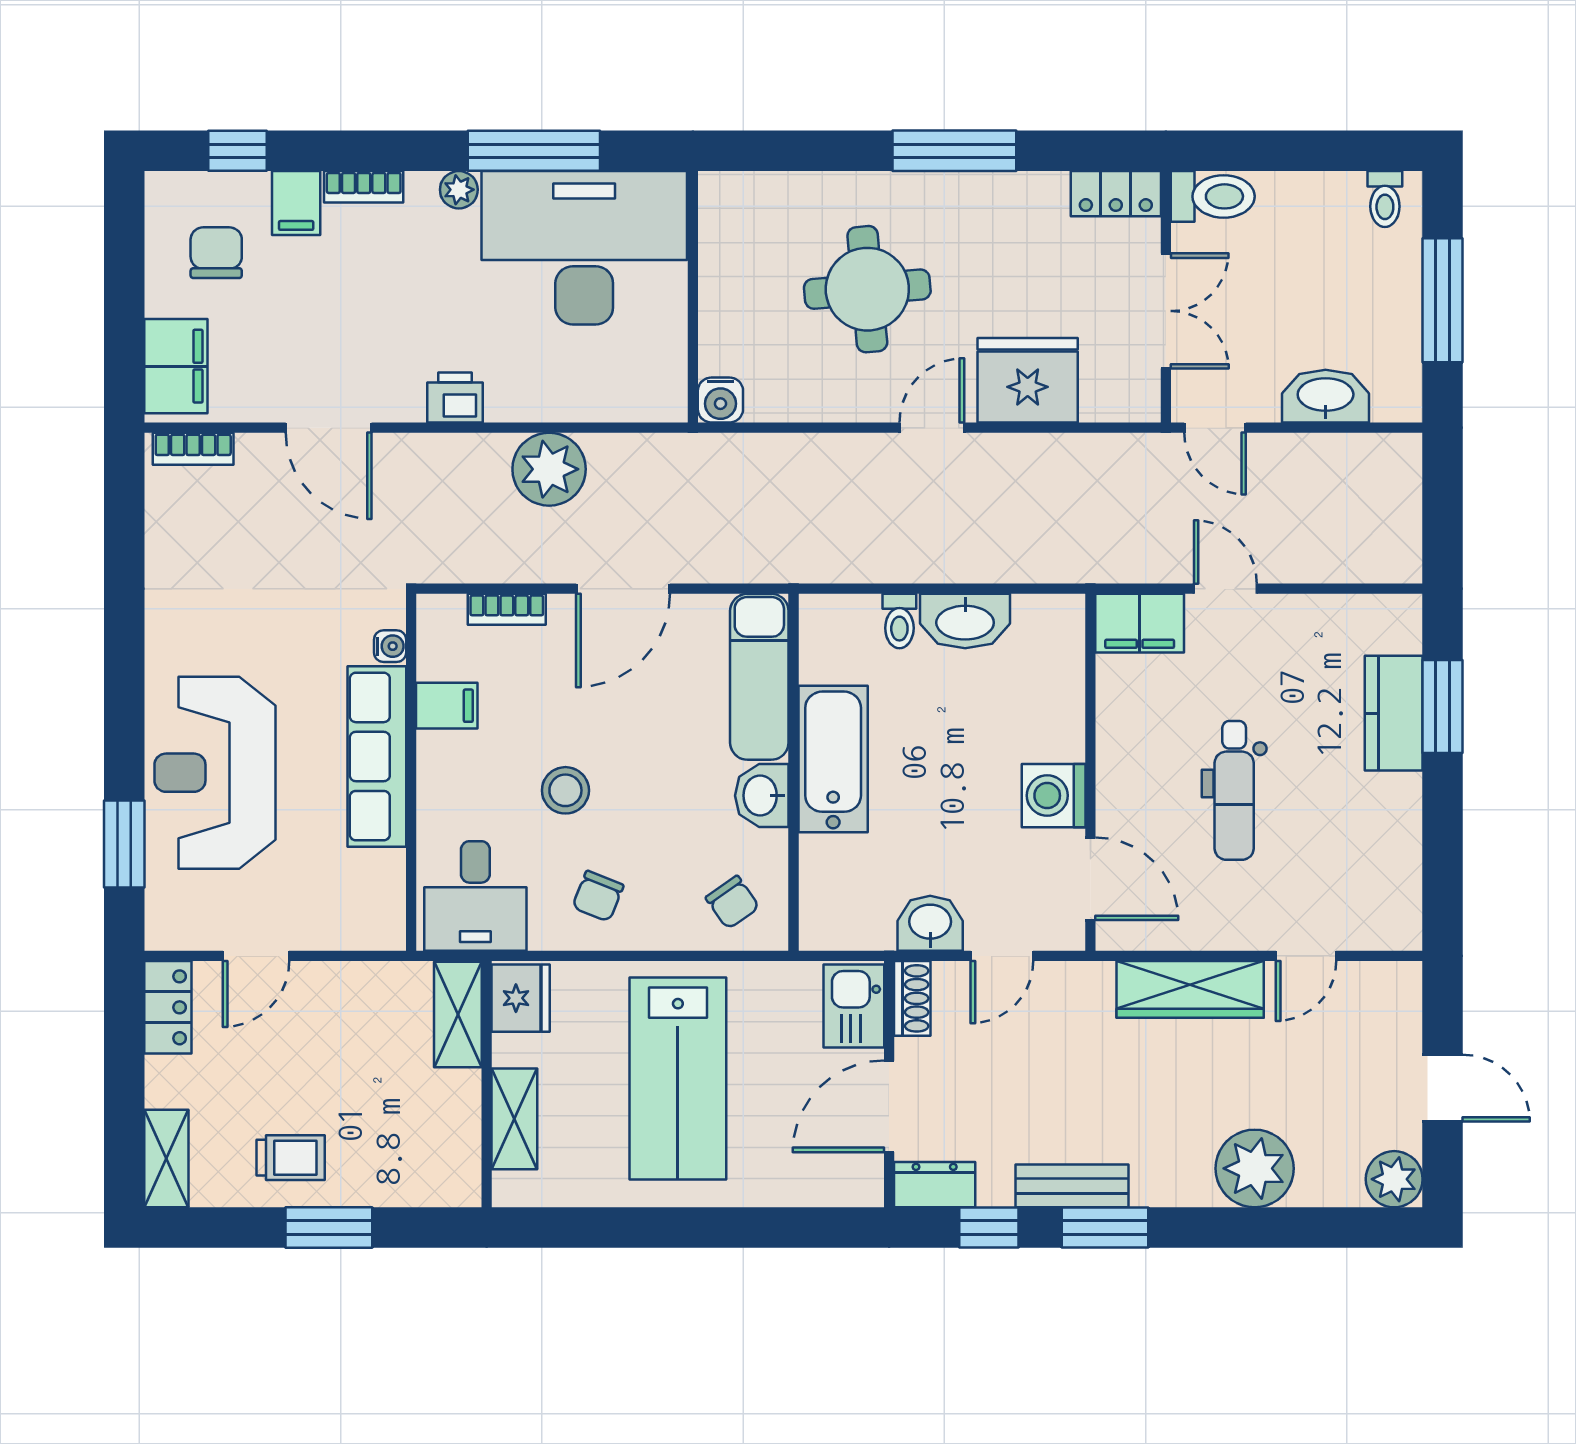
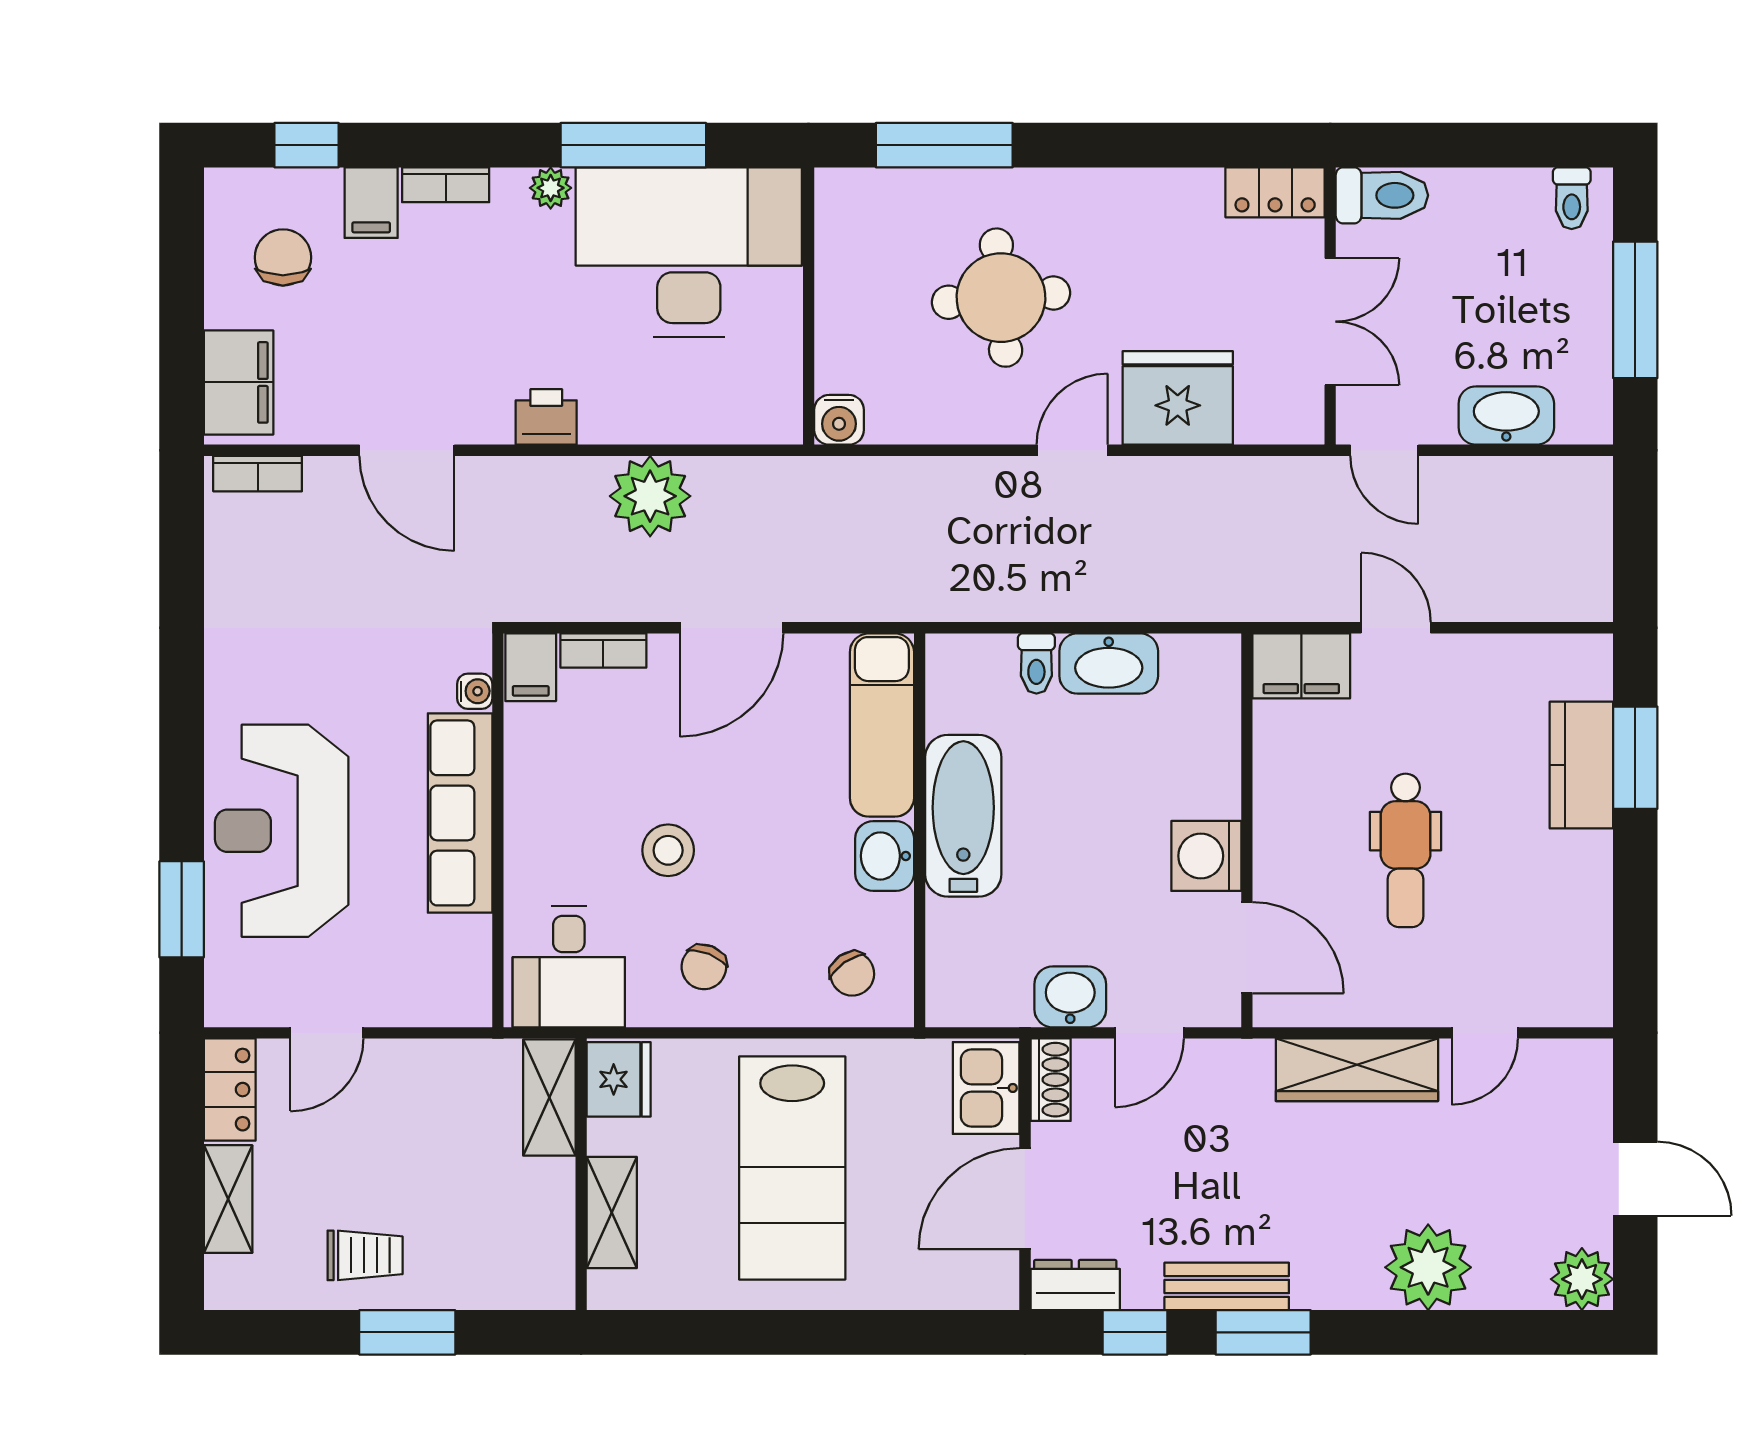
window: (954, 151) -> (944, 145), moved
filing cabinet: (447, 706) -> (531, 667), moved, turned 90
shelving: (166, 1159) -> (228, 1199), moved

